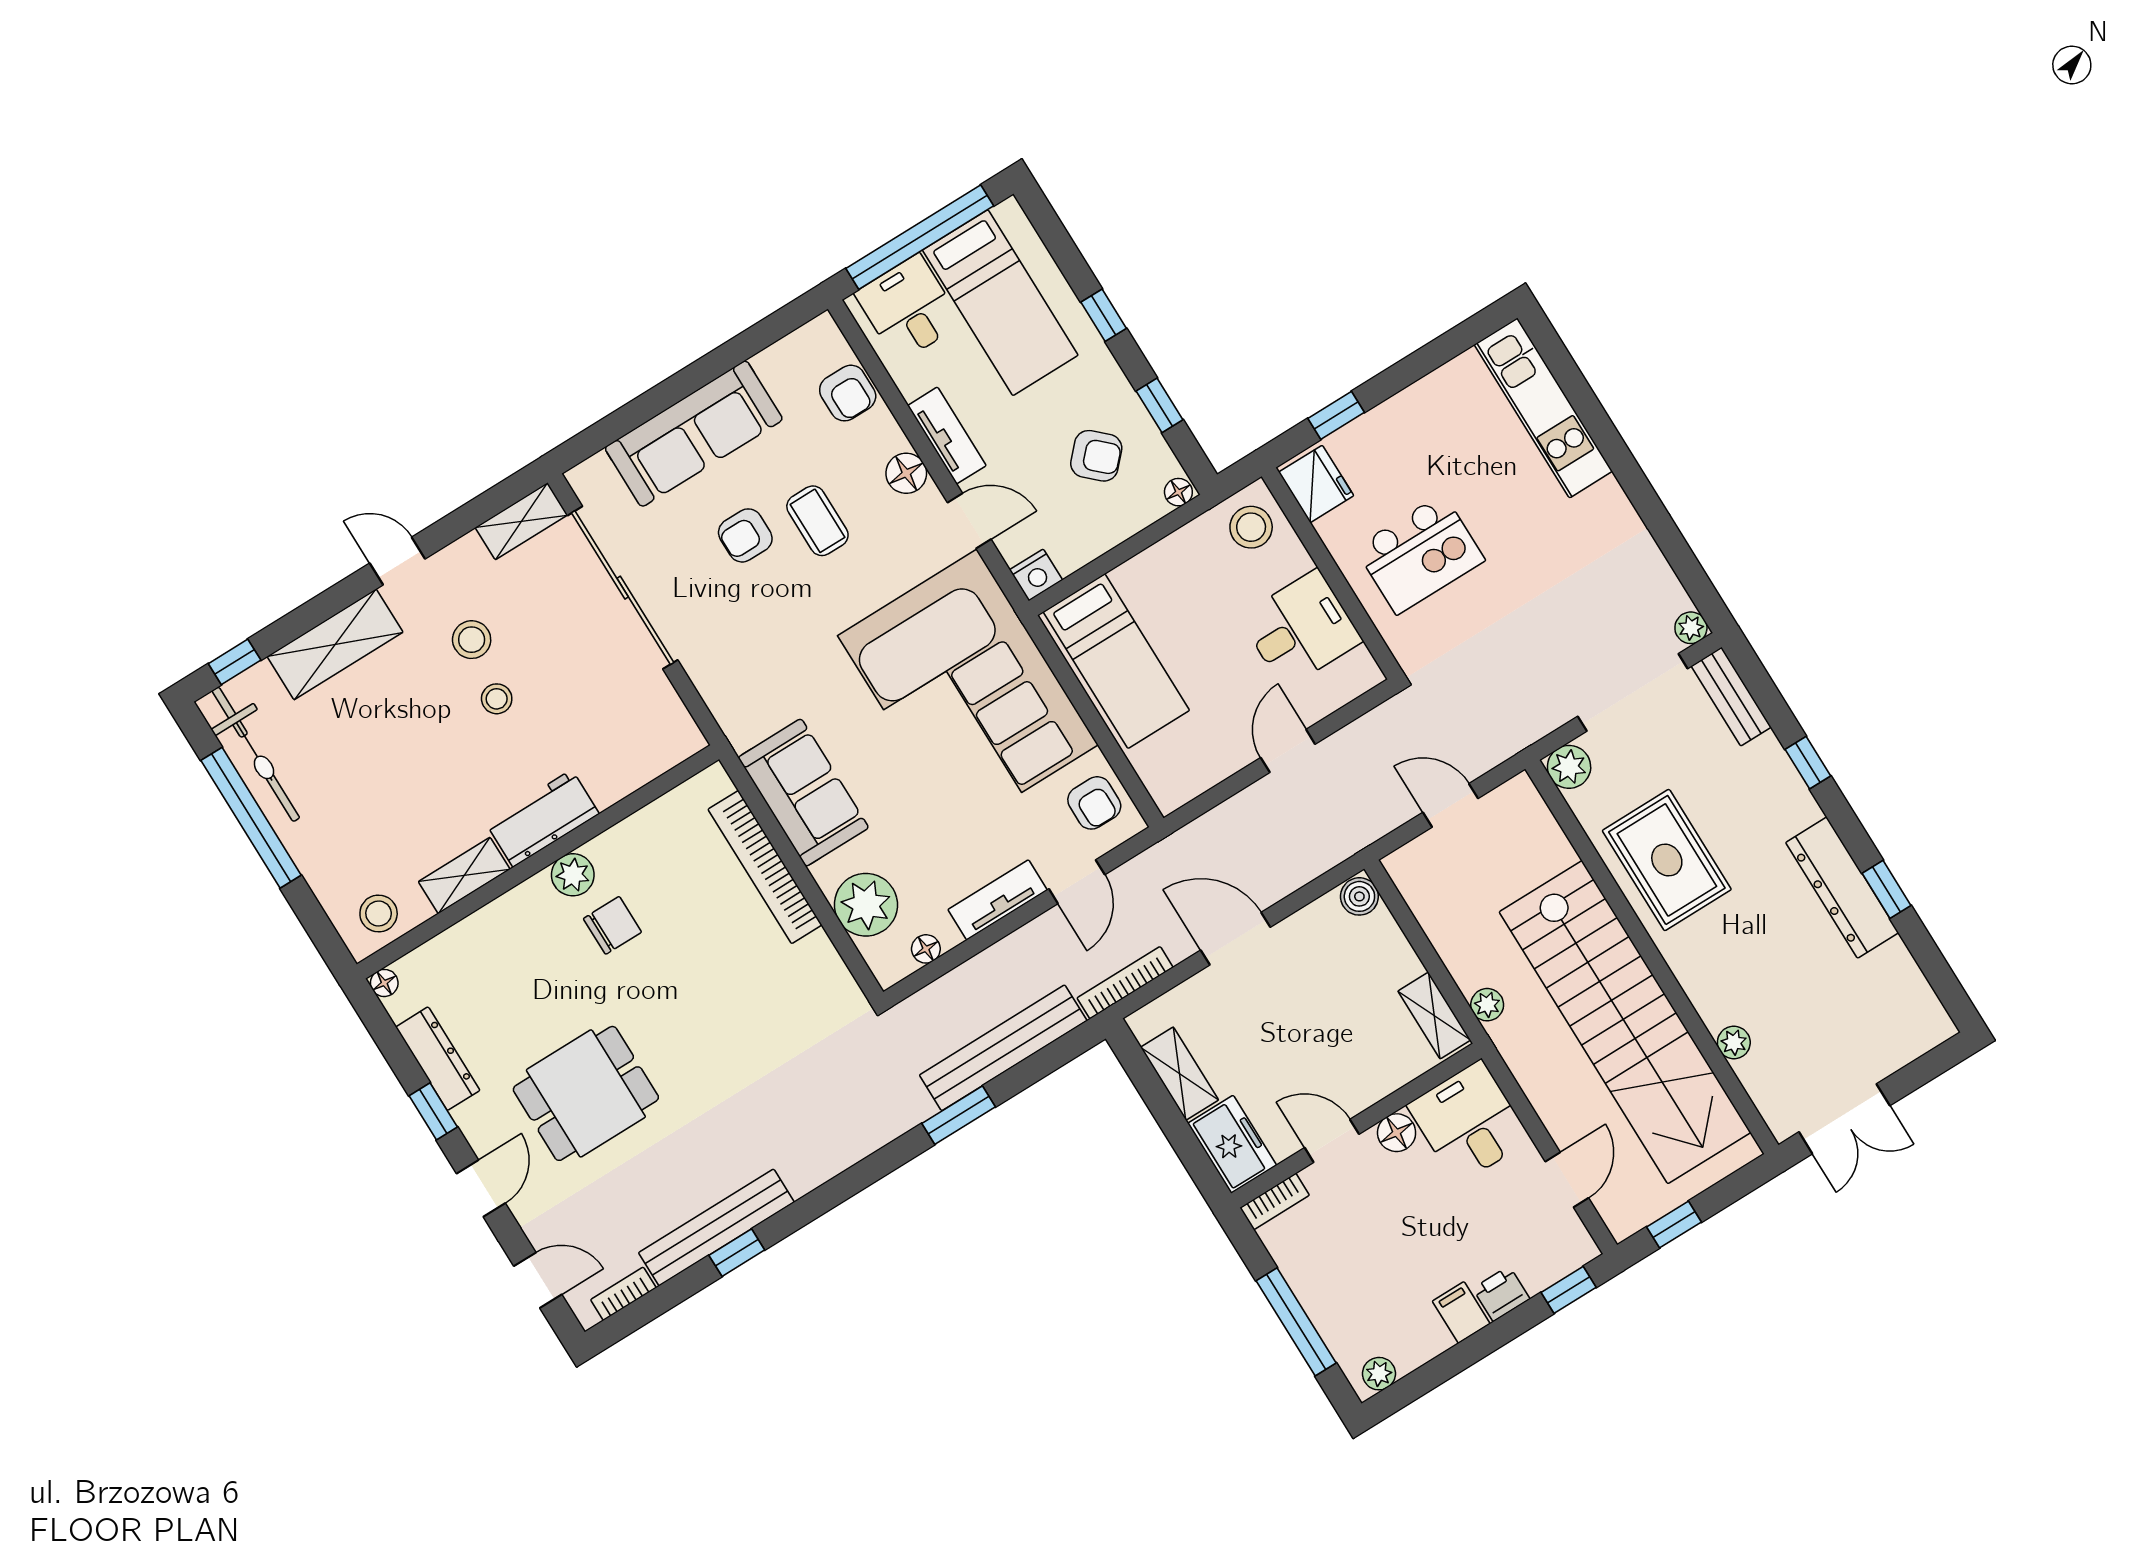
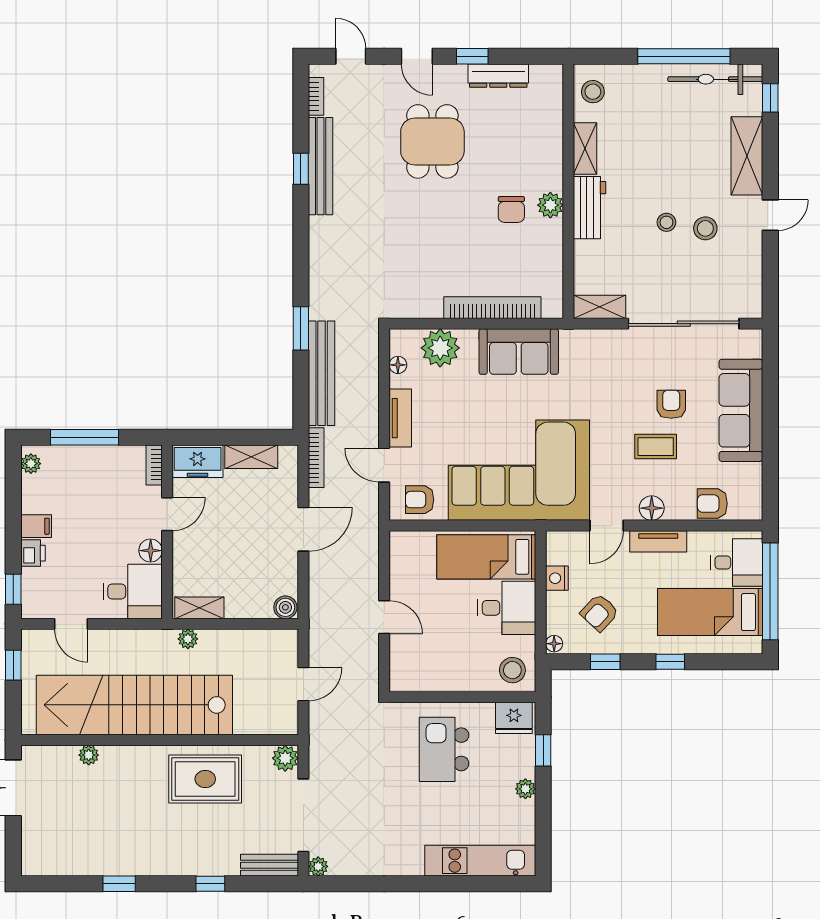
plant: (1405, 407) -> (525, 789), added
shelving: (521, 521) -> (600, 307), moved, turned 90
nightstand: (1036, 575) -> (557, 578), moved
desk: (1301, 629) -> (507, 608), moved, turned -90
dresser: (1842, 888) -> (134, 861), removed
floor lamp: (384, 983) -> (555, 72), removed
door: (538, 1280) -> (351, 56), swing flipped

